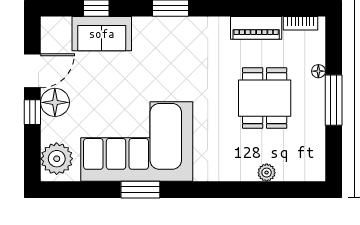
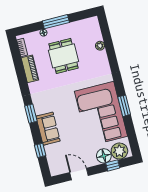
sofa: (102, 34) -> (48, 129), moved
dining table: (265, 98) -> (63, 56), turned 90
floor lamp: (55, 102) -> (104, 156), moved
window: (32, 112) -> (113, 165), moved

